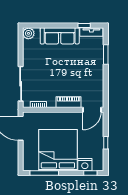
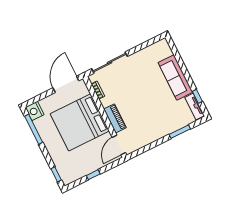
plant: (28, 33) -> (163, 46), removed
door: (92, 110) -> (119, 145), hinge flipped
bed: (58, 150) -> (80, 122), moved, turned 180
nightstand: (85, 165) -> (35, 111), moved

